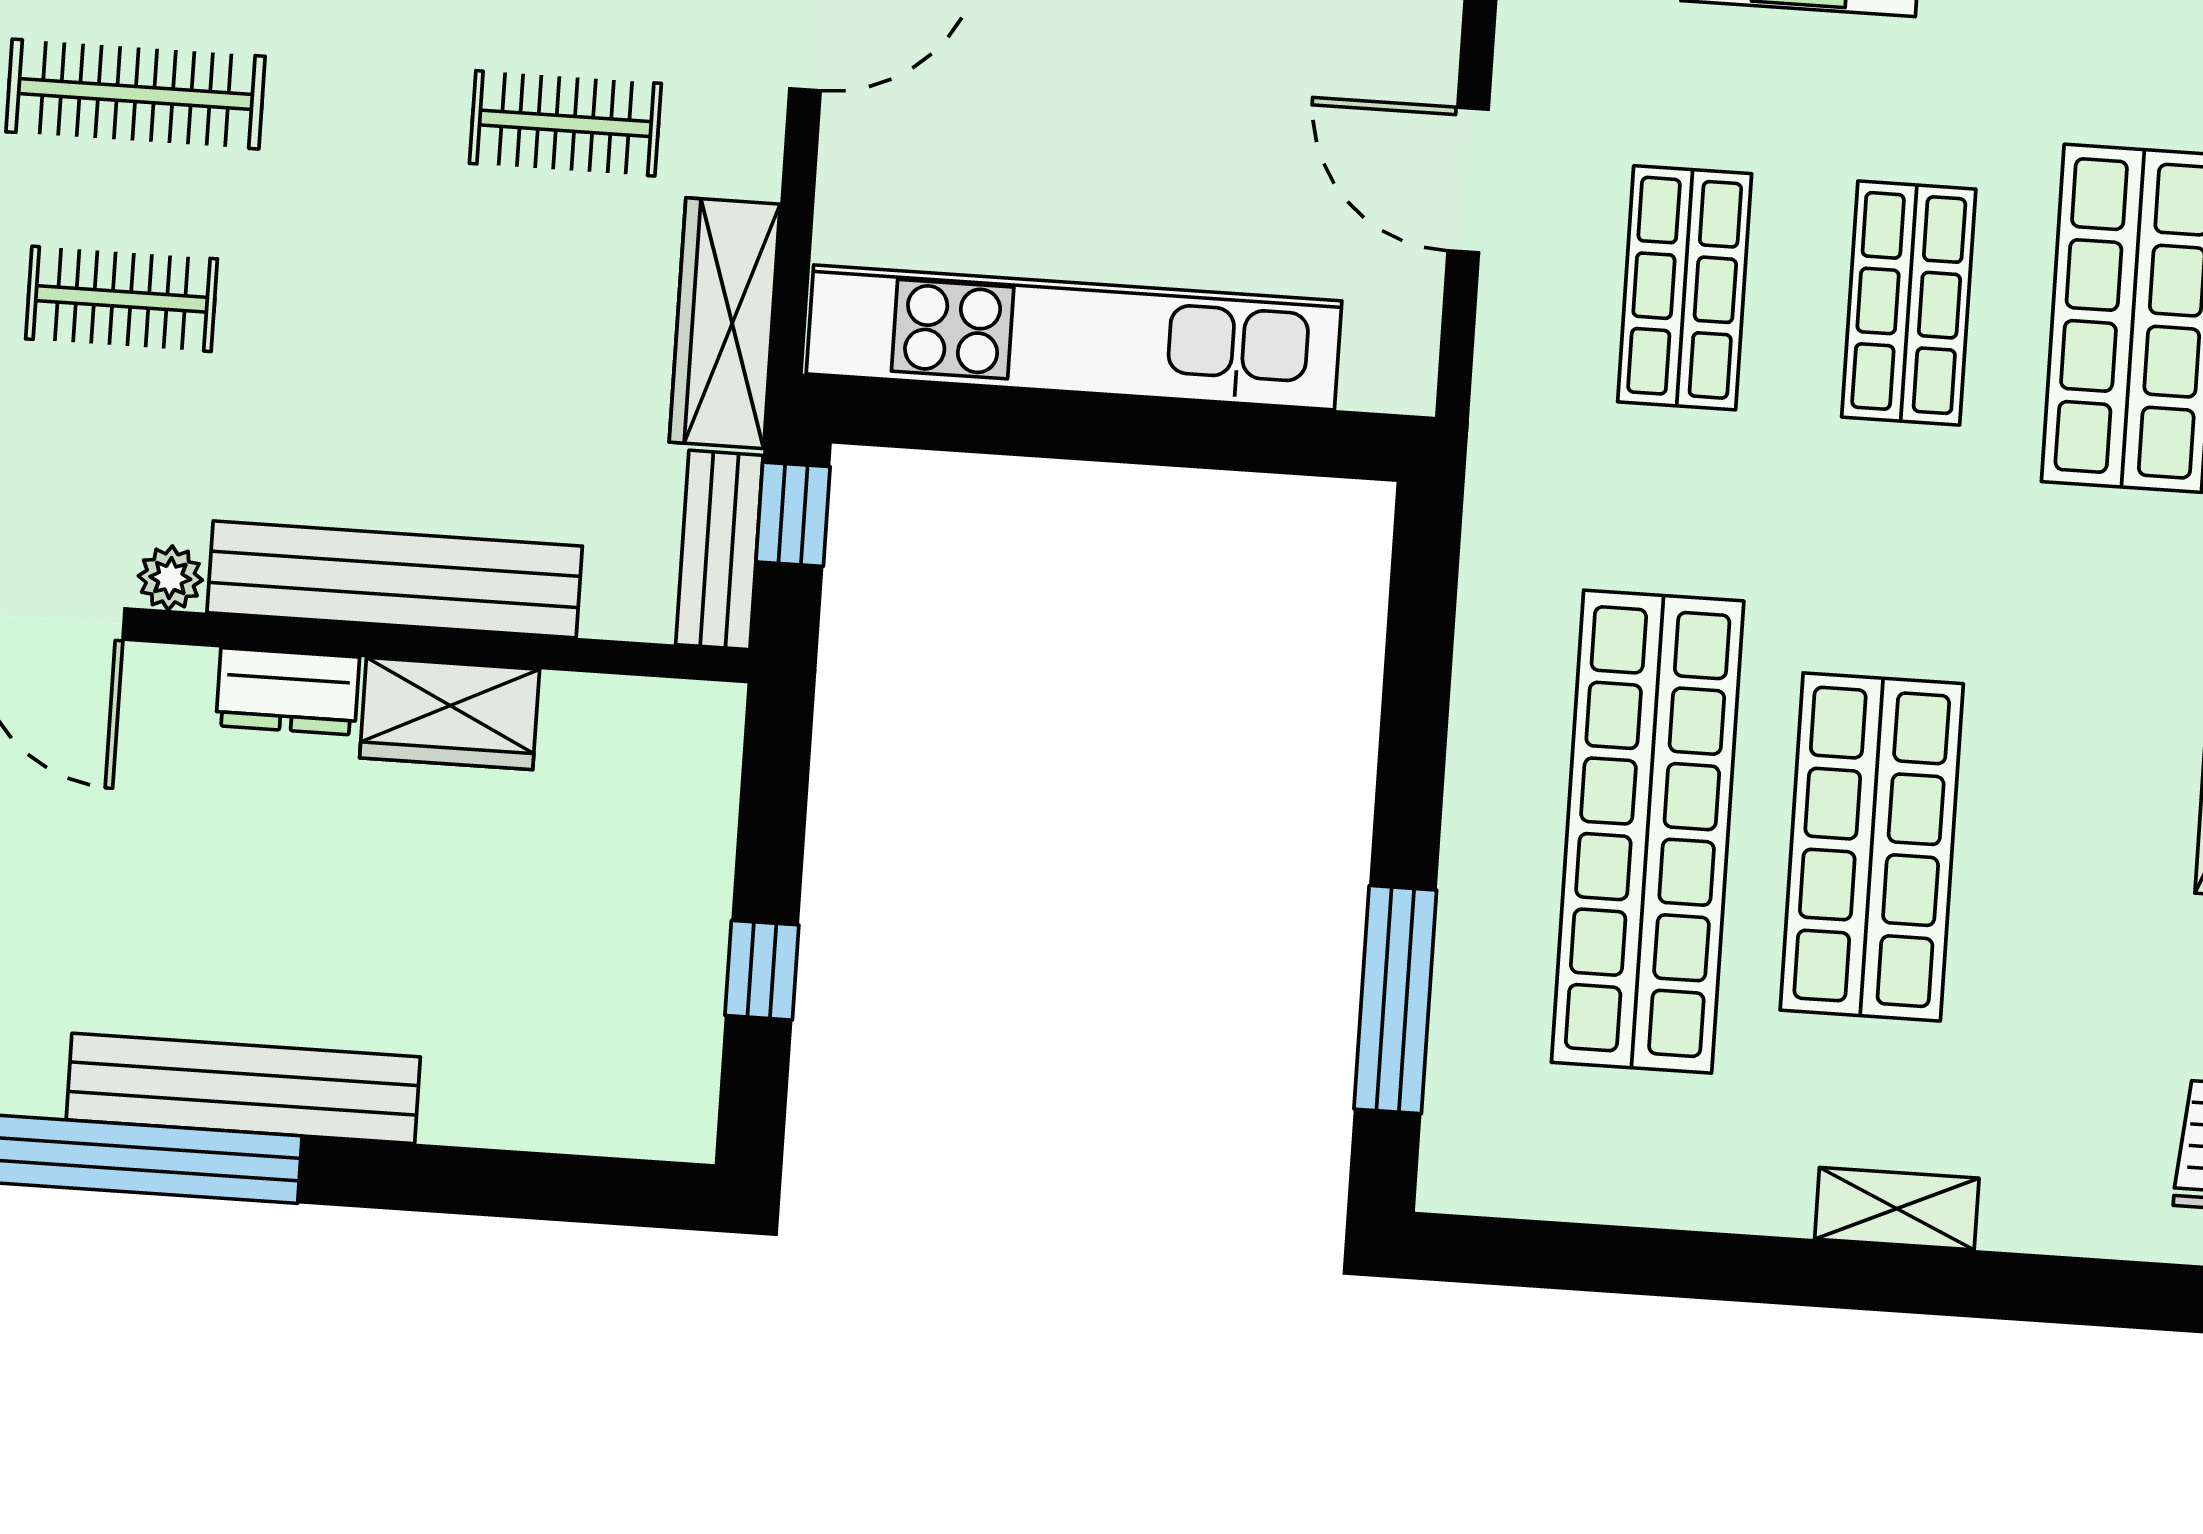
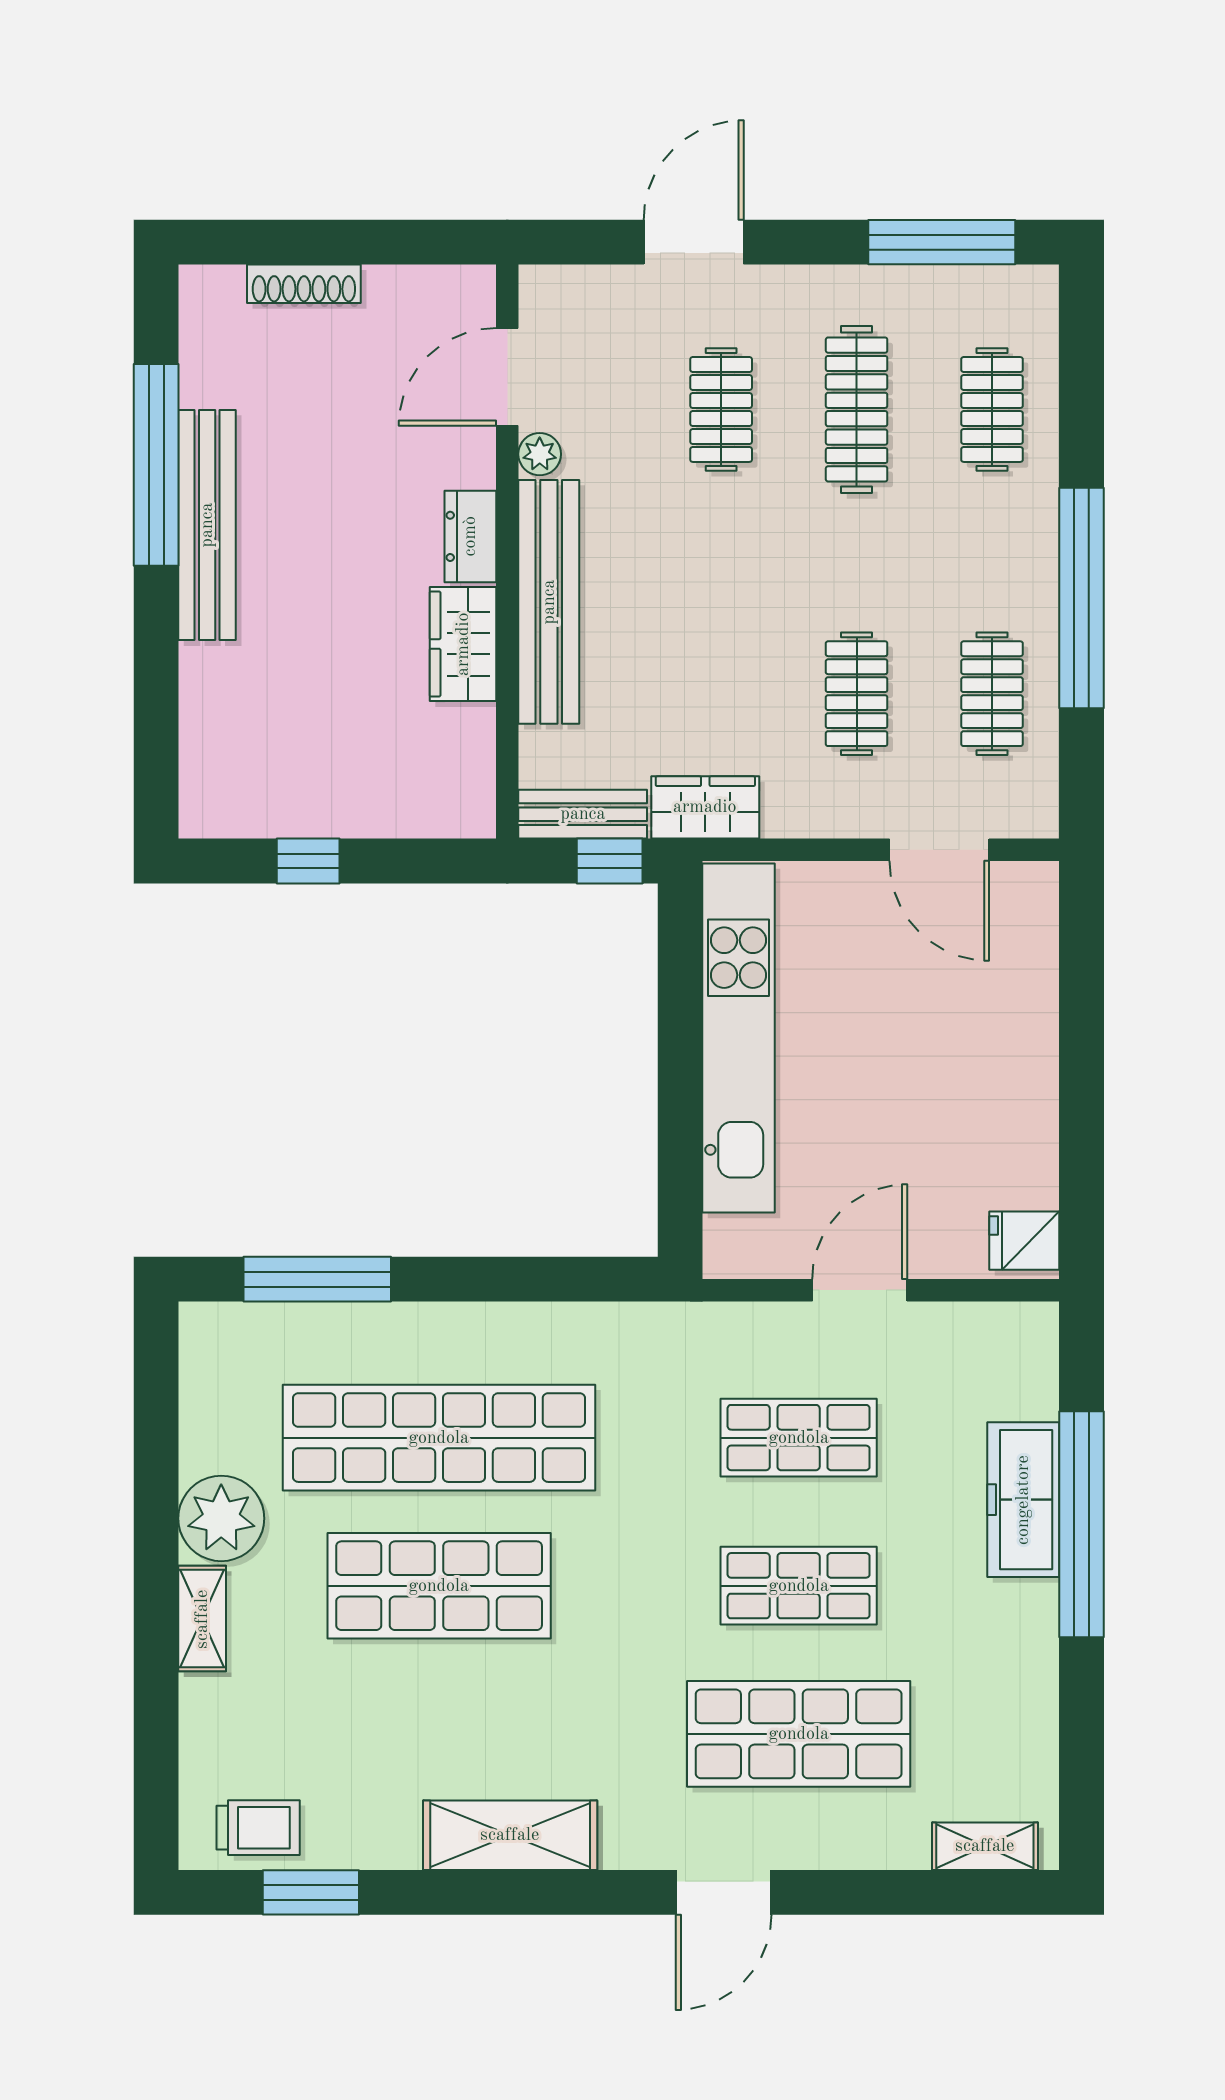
wardrobe: (725, 323) -> (705, 807), width x0.67
plant: (1747, 1169) -> (221, 1518), added

